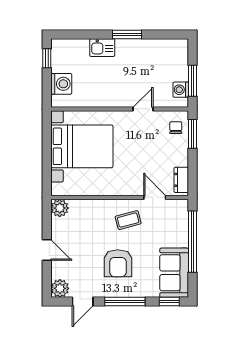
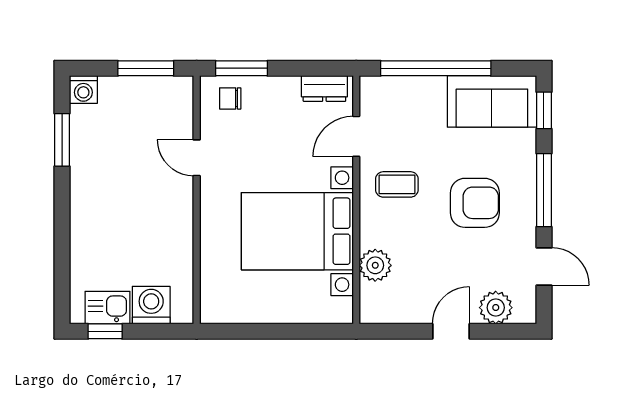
window: (127, 34) -> (62, 140), moved
kitchen sink: (102, 48) -> (108, 308), moved, turned -90
washing machine: (181, 90) -> (83, 90), moved
bed with nightstands: (82, 146) -> (297, 231), moved, turned -90
plant: (60, 208) -> (375, 265), moved
coffee table: (128, 220) -> (397, 184), turned -75
plant: (60, 288) -> (496, 308), moved

